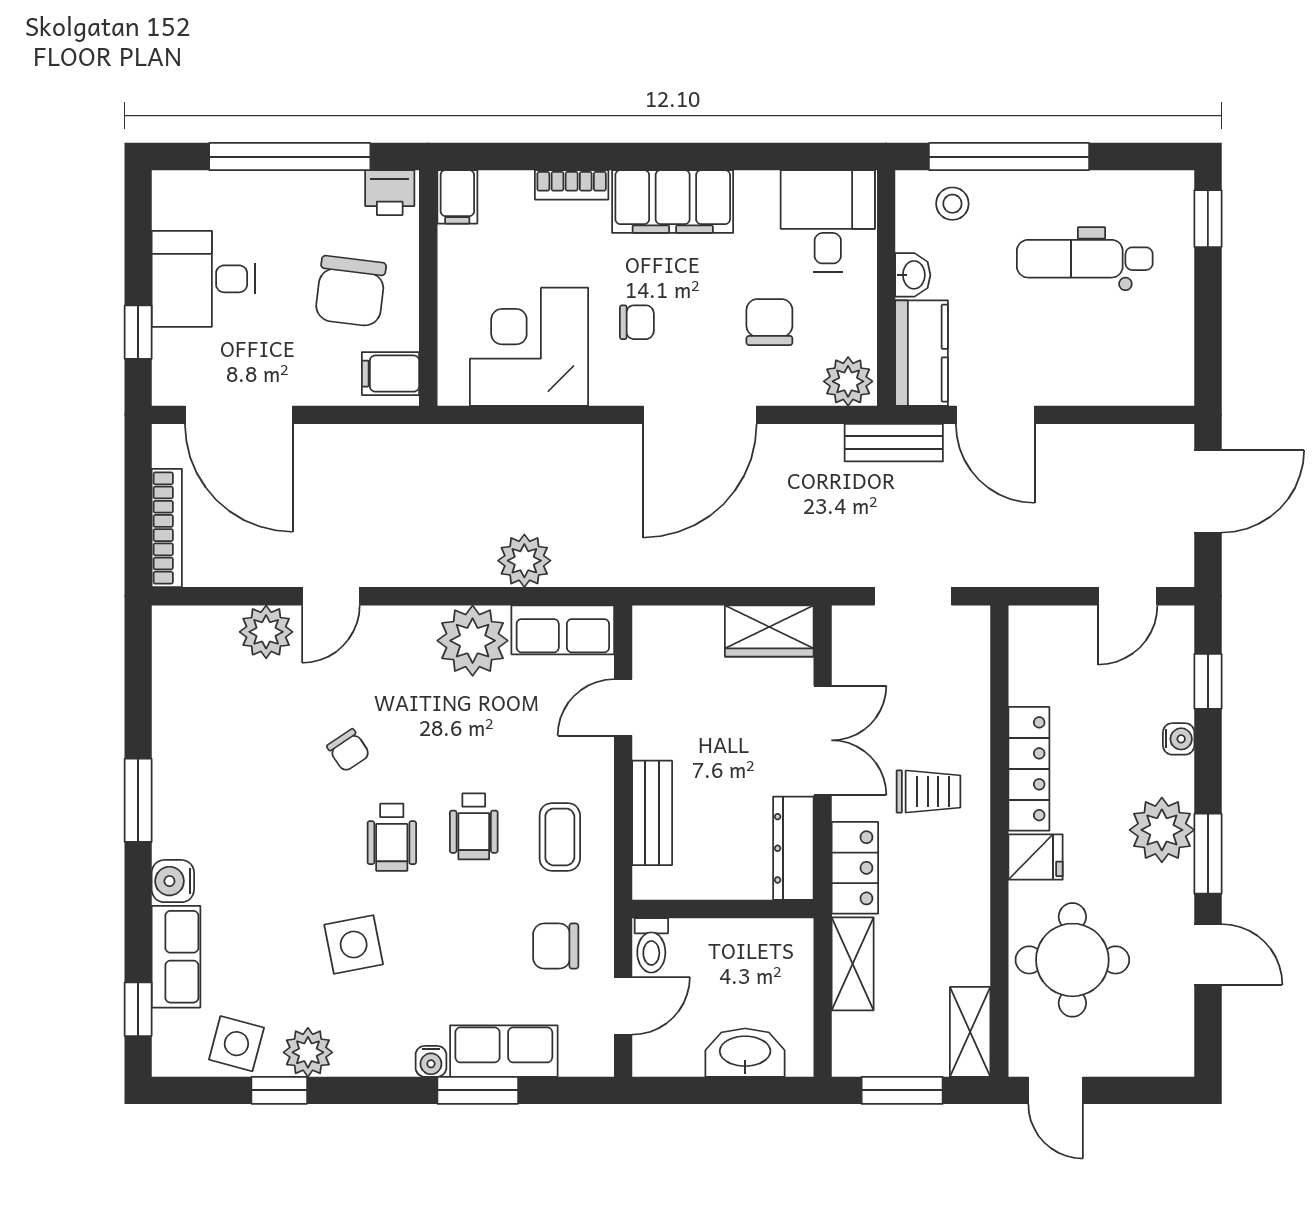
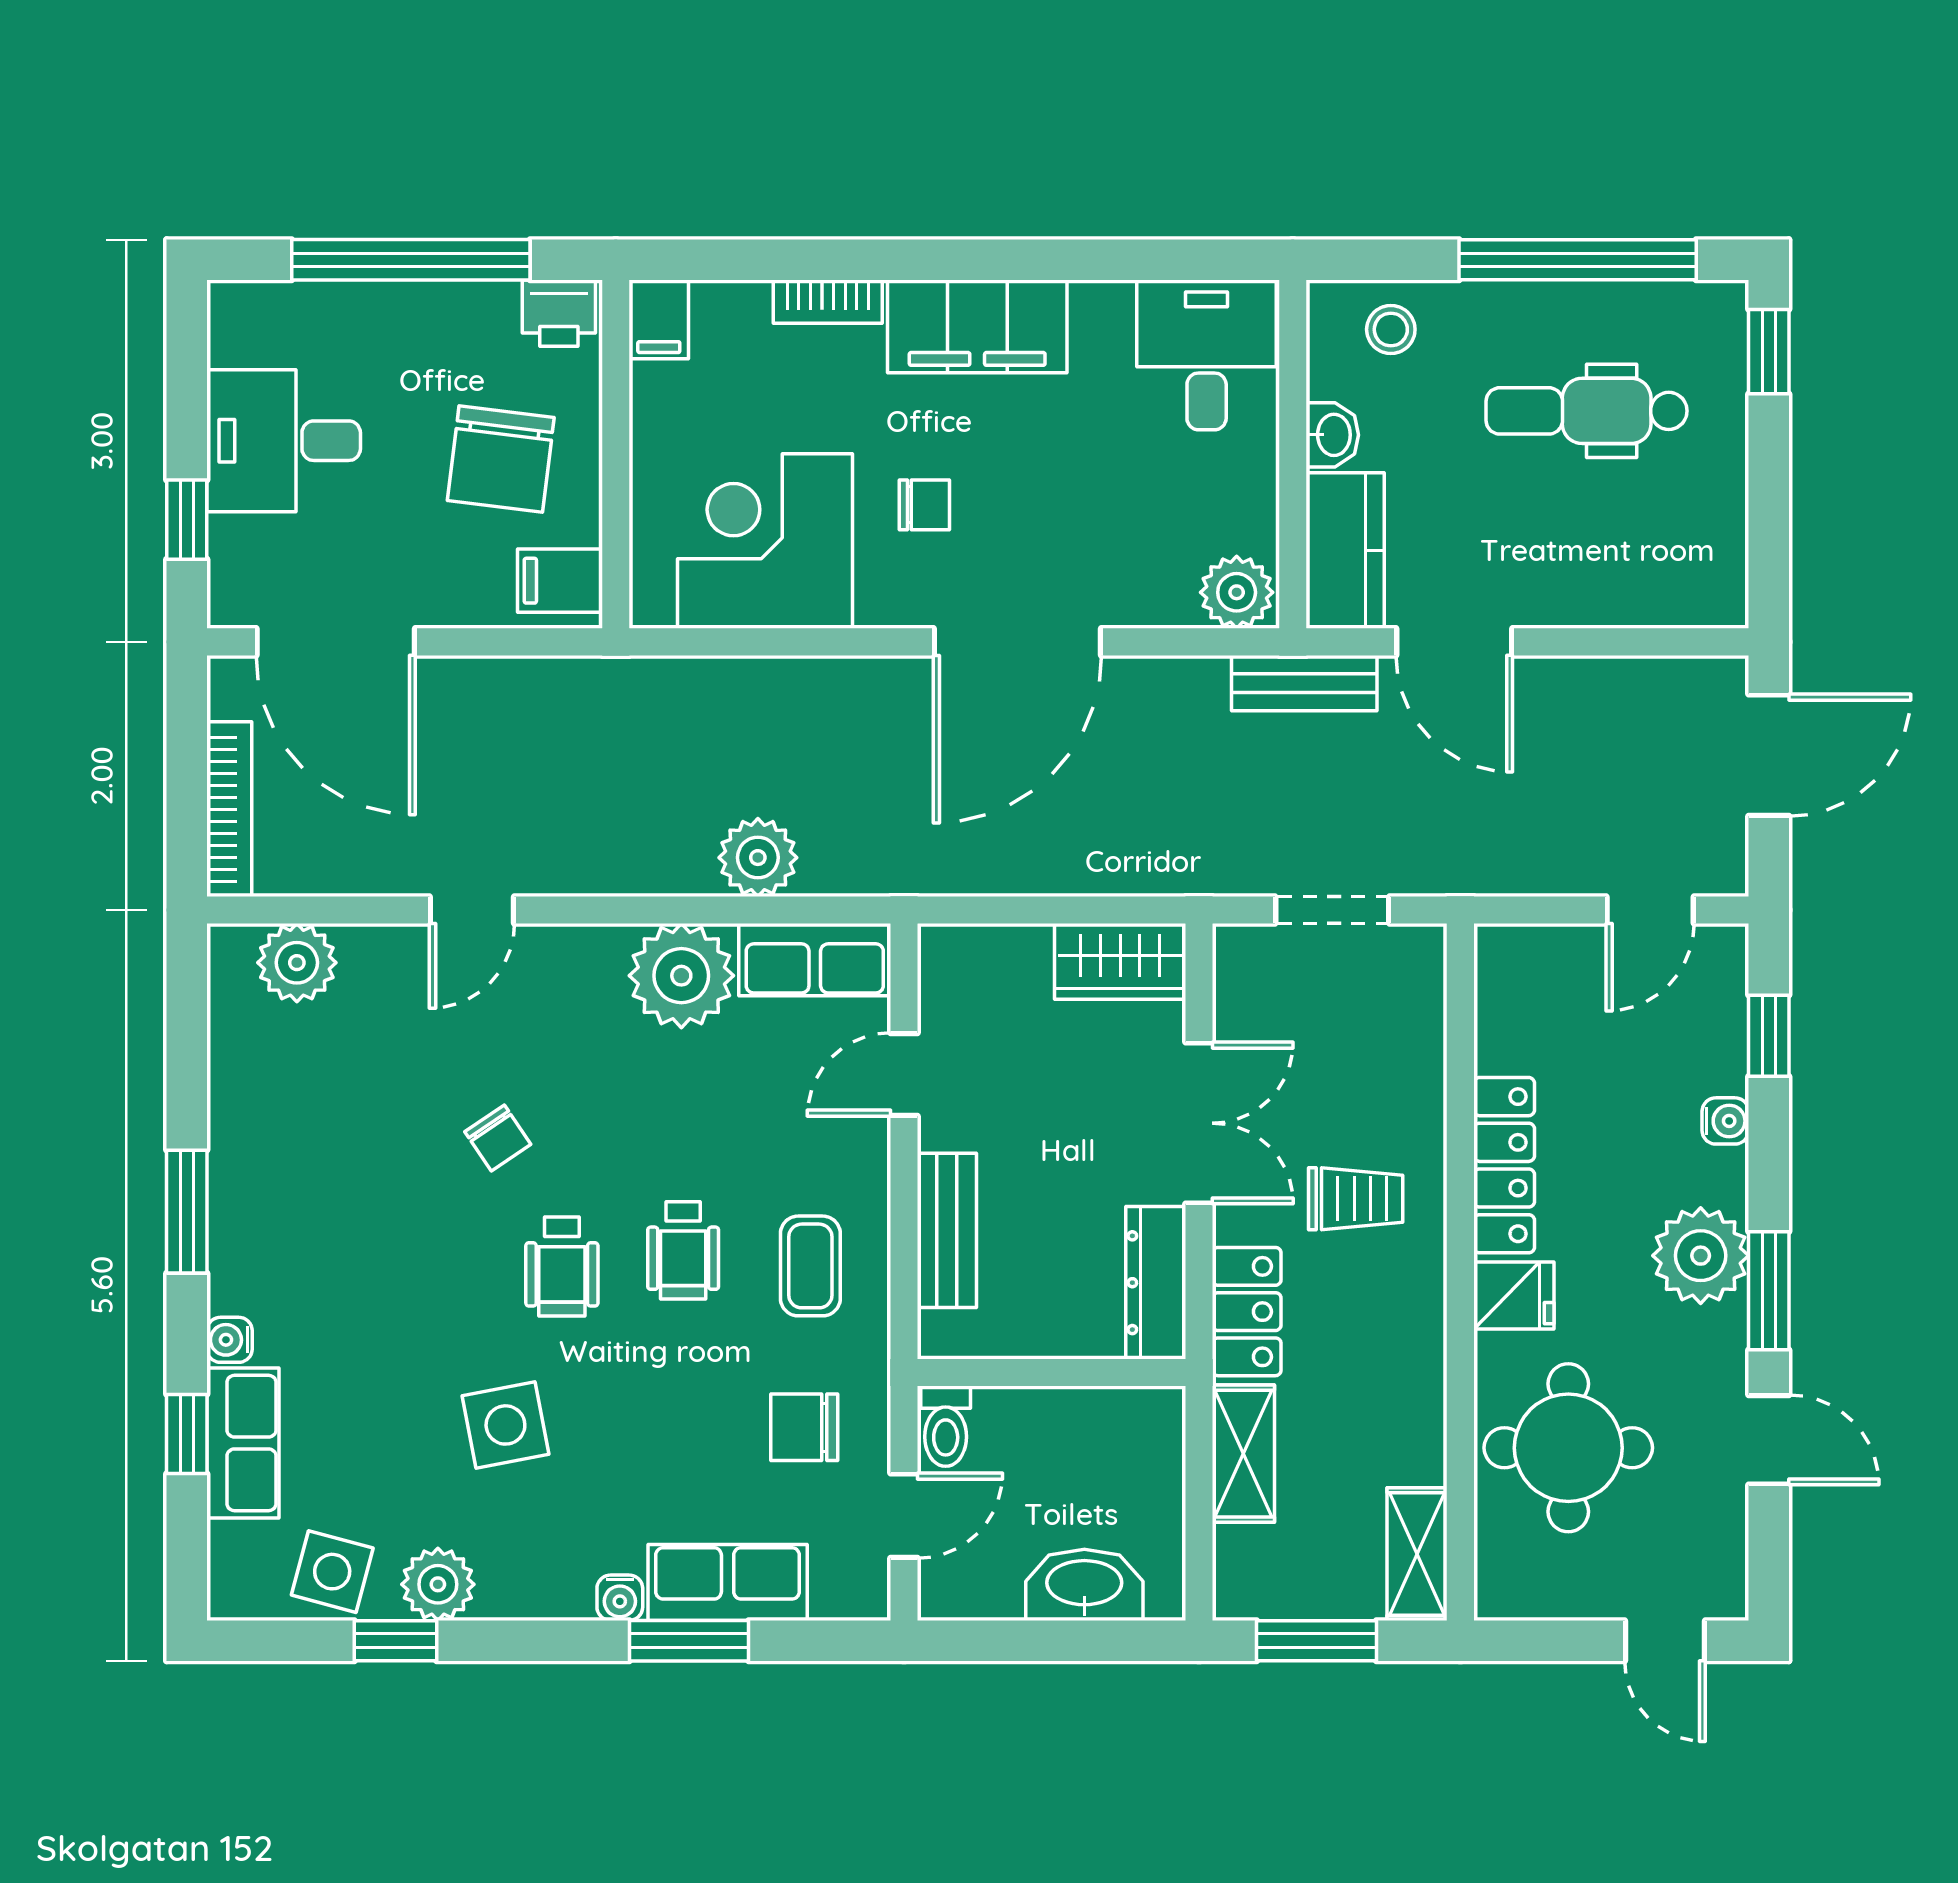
window: (1009, 157) -> (1578, 260), moved
chair: (769, 322) -> (1120, 505), removed
plant: (266, 632) -> (297, 963), moved
water cooler: (173, 881) -> (230, 1340), width x0.72, depth x0.72
window: (138, 1009) -> (187, 1434), moved
door: (1056, 1090) -> (1665, 1641), moved

